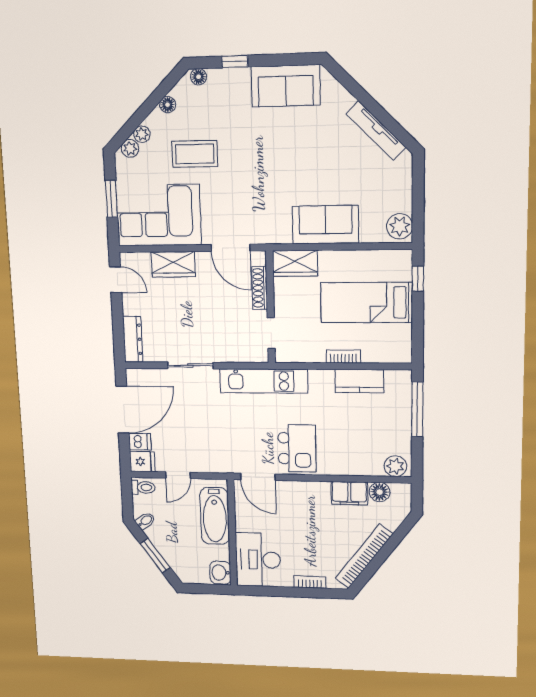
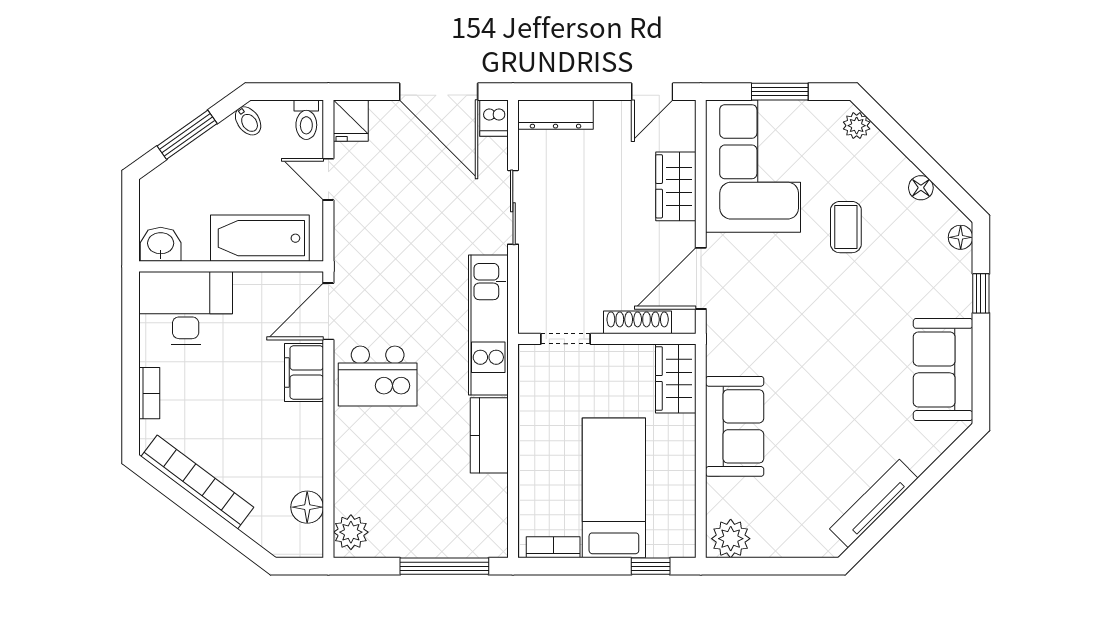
plant: (142, 134) -> (878, 145), removed
coffee table: (195, 154) -> (846, 227), width x0.73, depth x0.77
bookcase: (343, 356) -> (553, 547), moved, turned -90
kitchen counter: (359, 381) -> (489, 435), moved
dishwasher: (140, 442) -> (494, 118), moved
filing cabinet: (349, 493) -> (304, 373), moved

